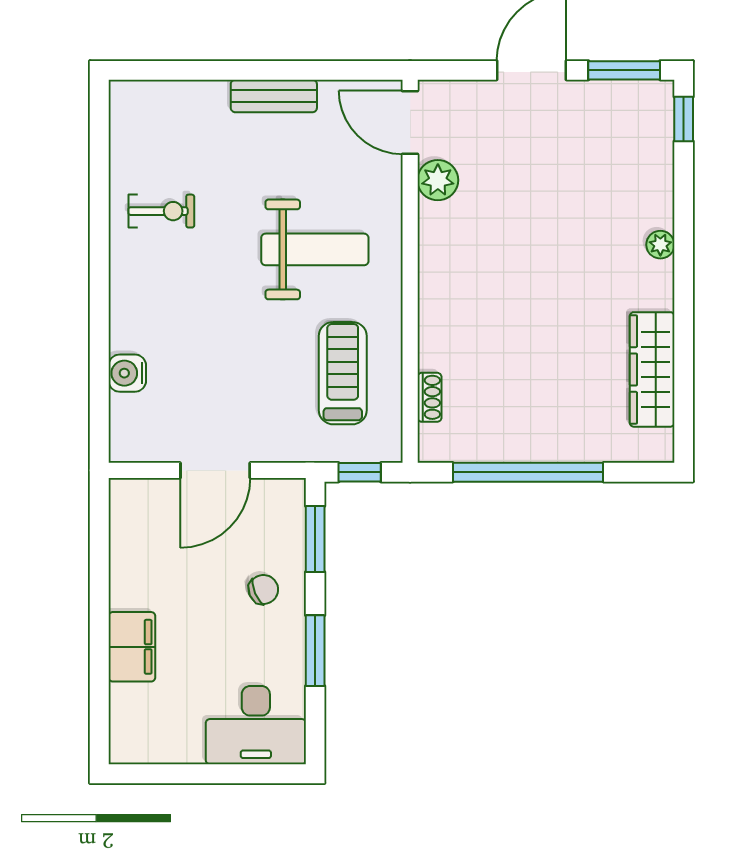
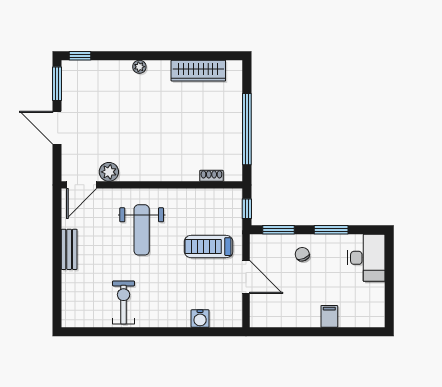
exercise bike: (161, 211) -> (124, 302), width x1.38, depth x1.39
weight bench: (315, 249) -> (142, 230), turned 180
treadmill: (343, 373) -> (209, 247), moved
filing cabinet: (132, 647) -> (329, 316), width x0.50

